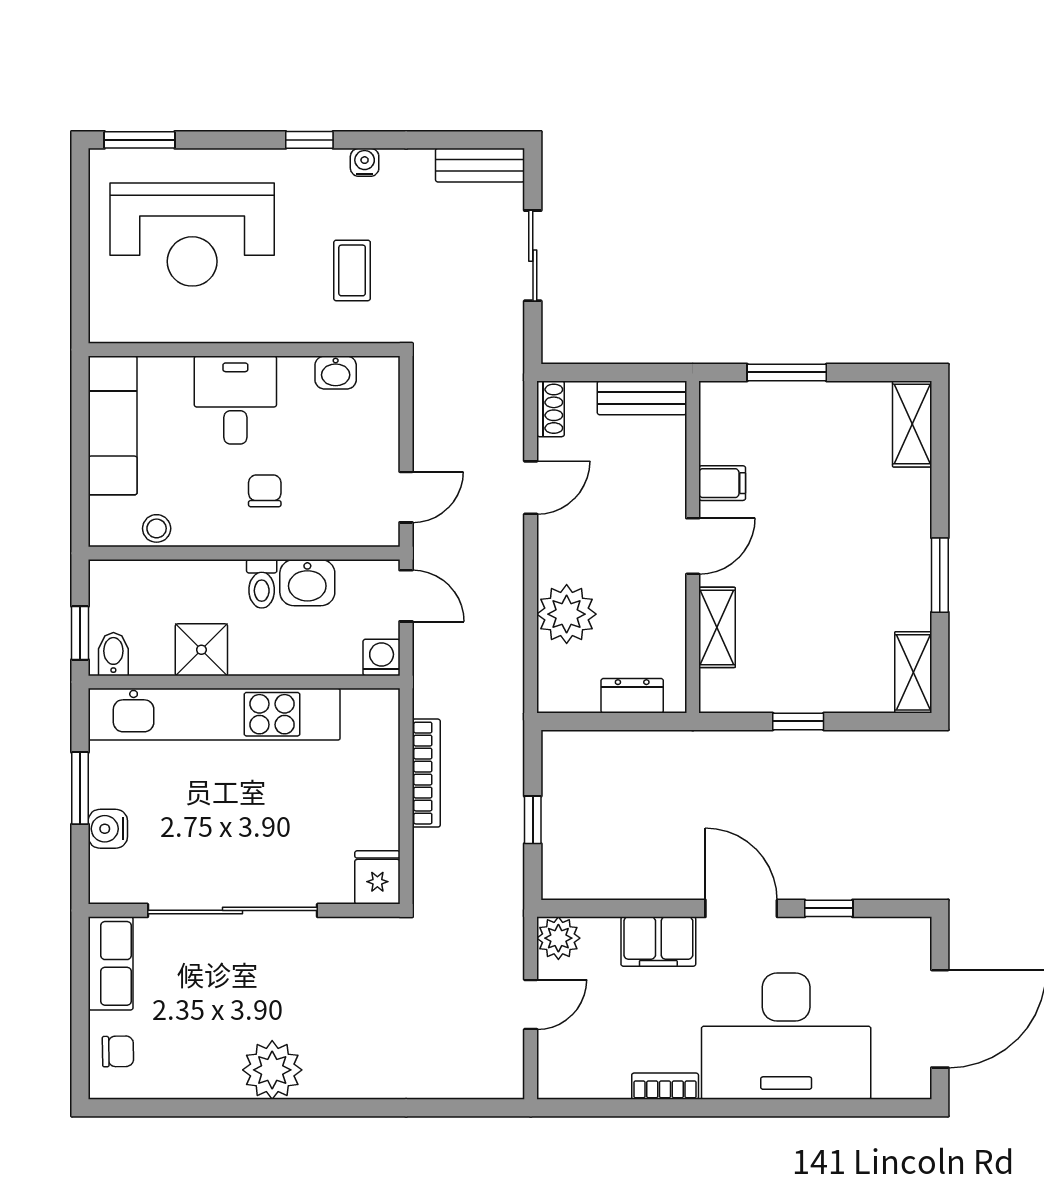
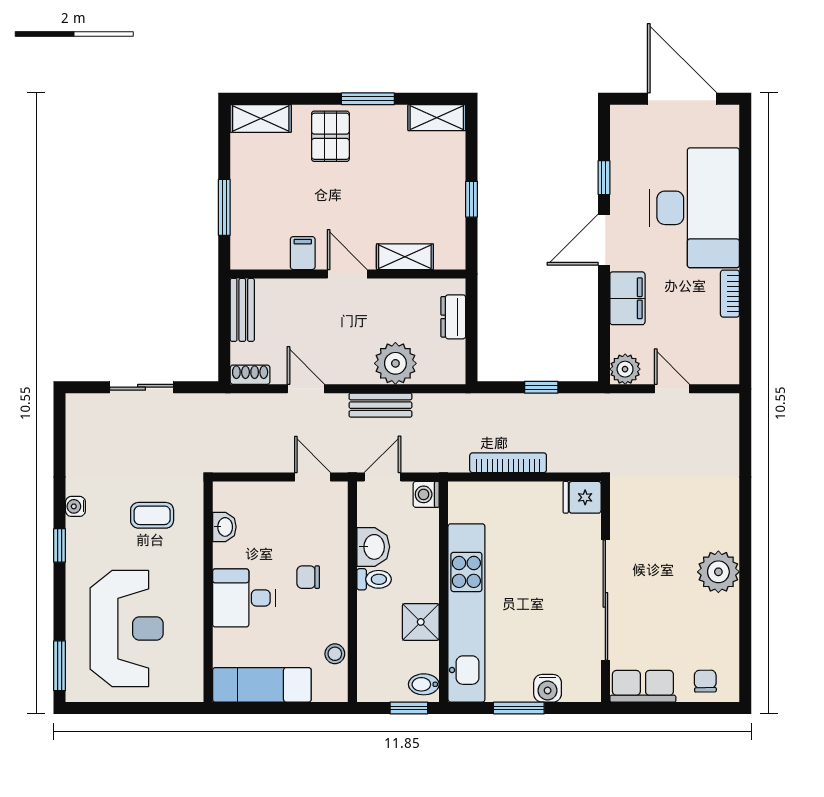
bench: (480, 165) -> (380, 405), moved, turned 90
pallet: (887, 522) -> (330, 136), added

